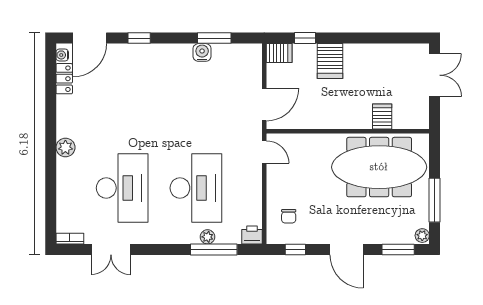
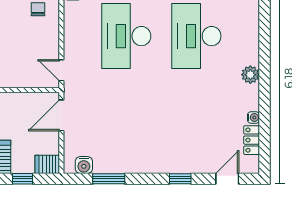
door: (90, 38) -> (227, 179), width x0.73
water cooler: (202, 52) -> (84, 165), moved
water cooler: (62, 55) -> (253, 118), moved

